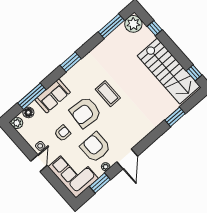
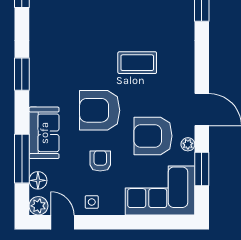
coffee table: (108, 94) -> (137, 63), moved
armchair: (85, 112) -> (100, 110), turned 85
door: (39, 163) -> (62, 222), moved

